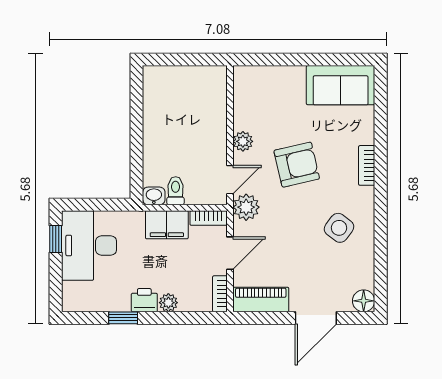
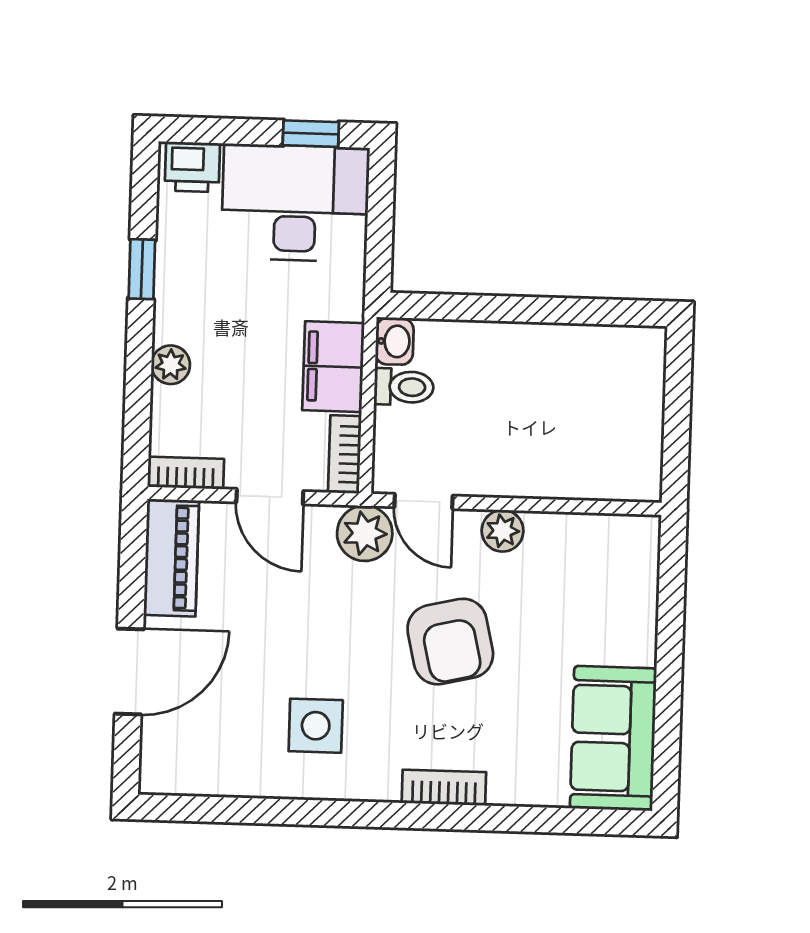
side table: (339, 228) -> (316, 726), turned -37
printer: (144, 300) -> (192, 167), moved, turned 90
floor lamp: (364, 301) -> (162, 772), removed
door: (316, 318) -> (129, 672), swing flipped

